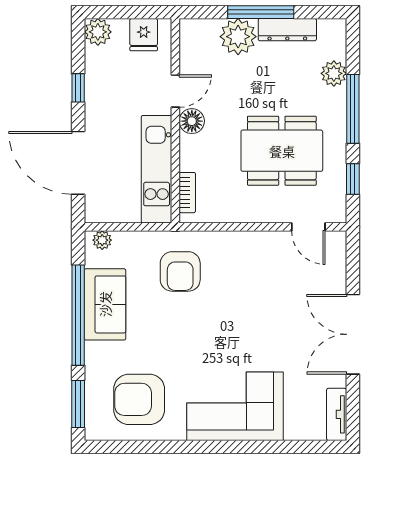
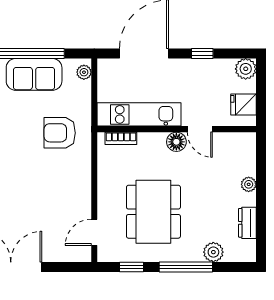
window: (261, 12) -> (261, 195), removed
dresser: (287, 30) -> (247, 223), width x0.70
plant: (238, 37) -> (249, 184), width x0.53, depth x0.53

